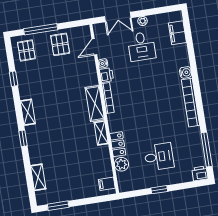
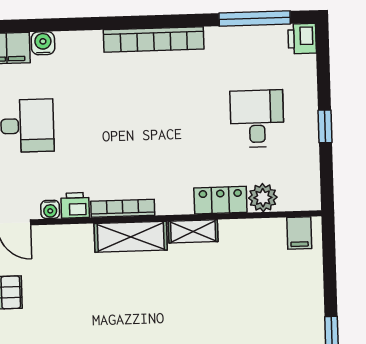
water cooler: (186, 72) -> (43, 43), moved

